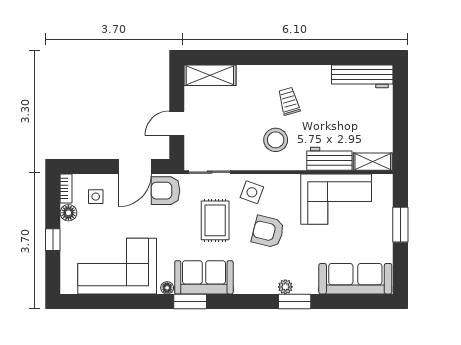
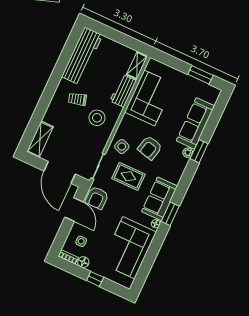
workbench: (362, 76) -> (82, 56), width x1.36, depth x1.32
door: (177, 123) -> (60, 172), width x1.87
window: (400, 225) -> (200, 75), moved
sofa: (355, 279) -> (195, 123), moved

